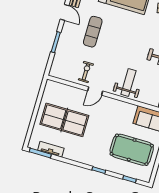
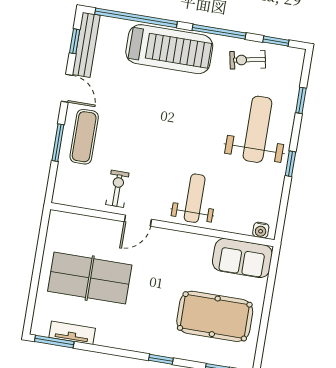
exercise mat: (93, 32) -> (84, 137), moved

